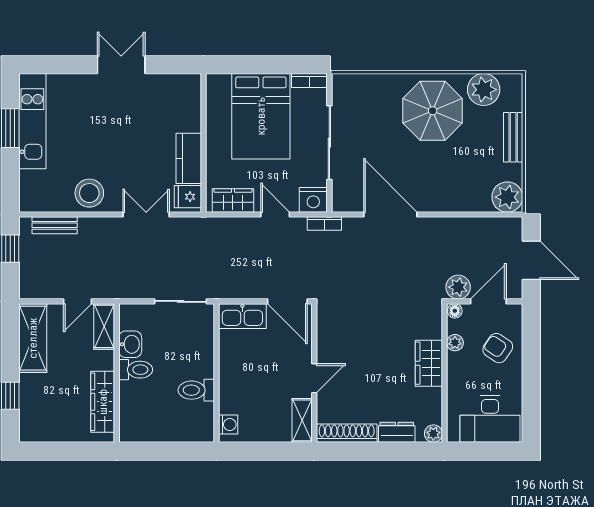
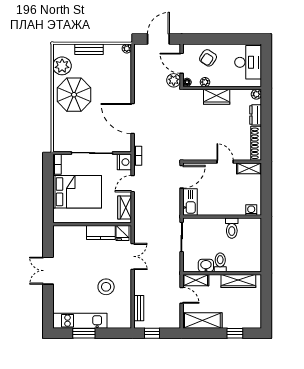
stool: (89, 193) -> (106, 287), moved
plant: (507, 197) -> (127, 48), width x0.53, depth x0.53
double door: (146, 215) -> (133, 256), swing flipped
door: (390, 215) -> (133, 119), hinge flipped

